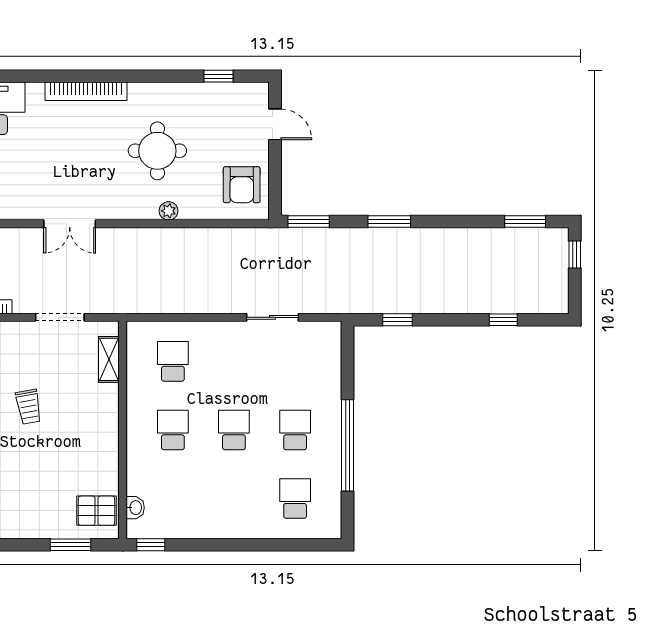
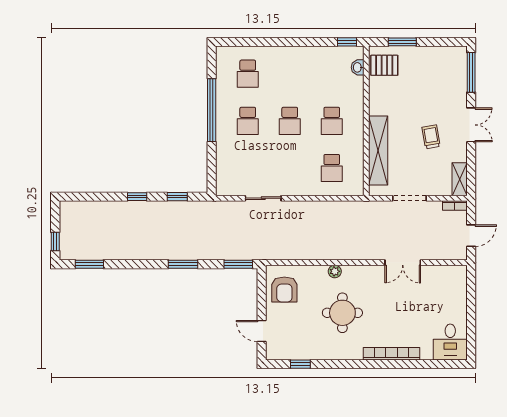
armchair: (242, 185) -> (284, 289), turned 180
double door: (70, 224) -> (403, 263), swing flipped
window: (503, 320) -> (137, 197), moved
shelving: (109, 359) -> (378, 150), width x2.20, depth x1.33

